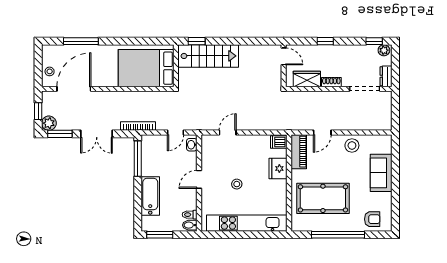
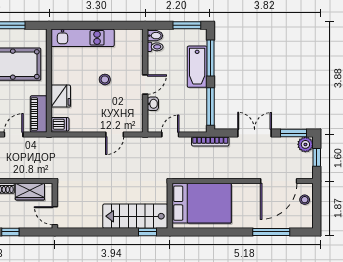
washbasin: (192, 145) -> (153, 104), moved
window: (138, 204) -> (211, 58), added
kitchen unit: (247, 223) -> (83, 38), width x0.73

